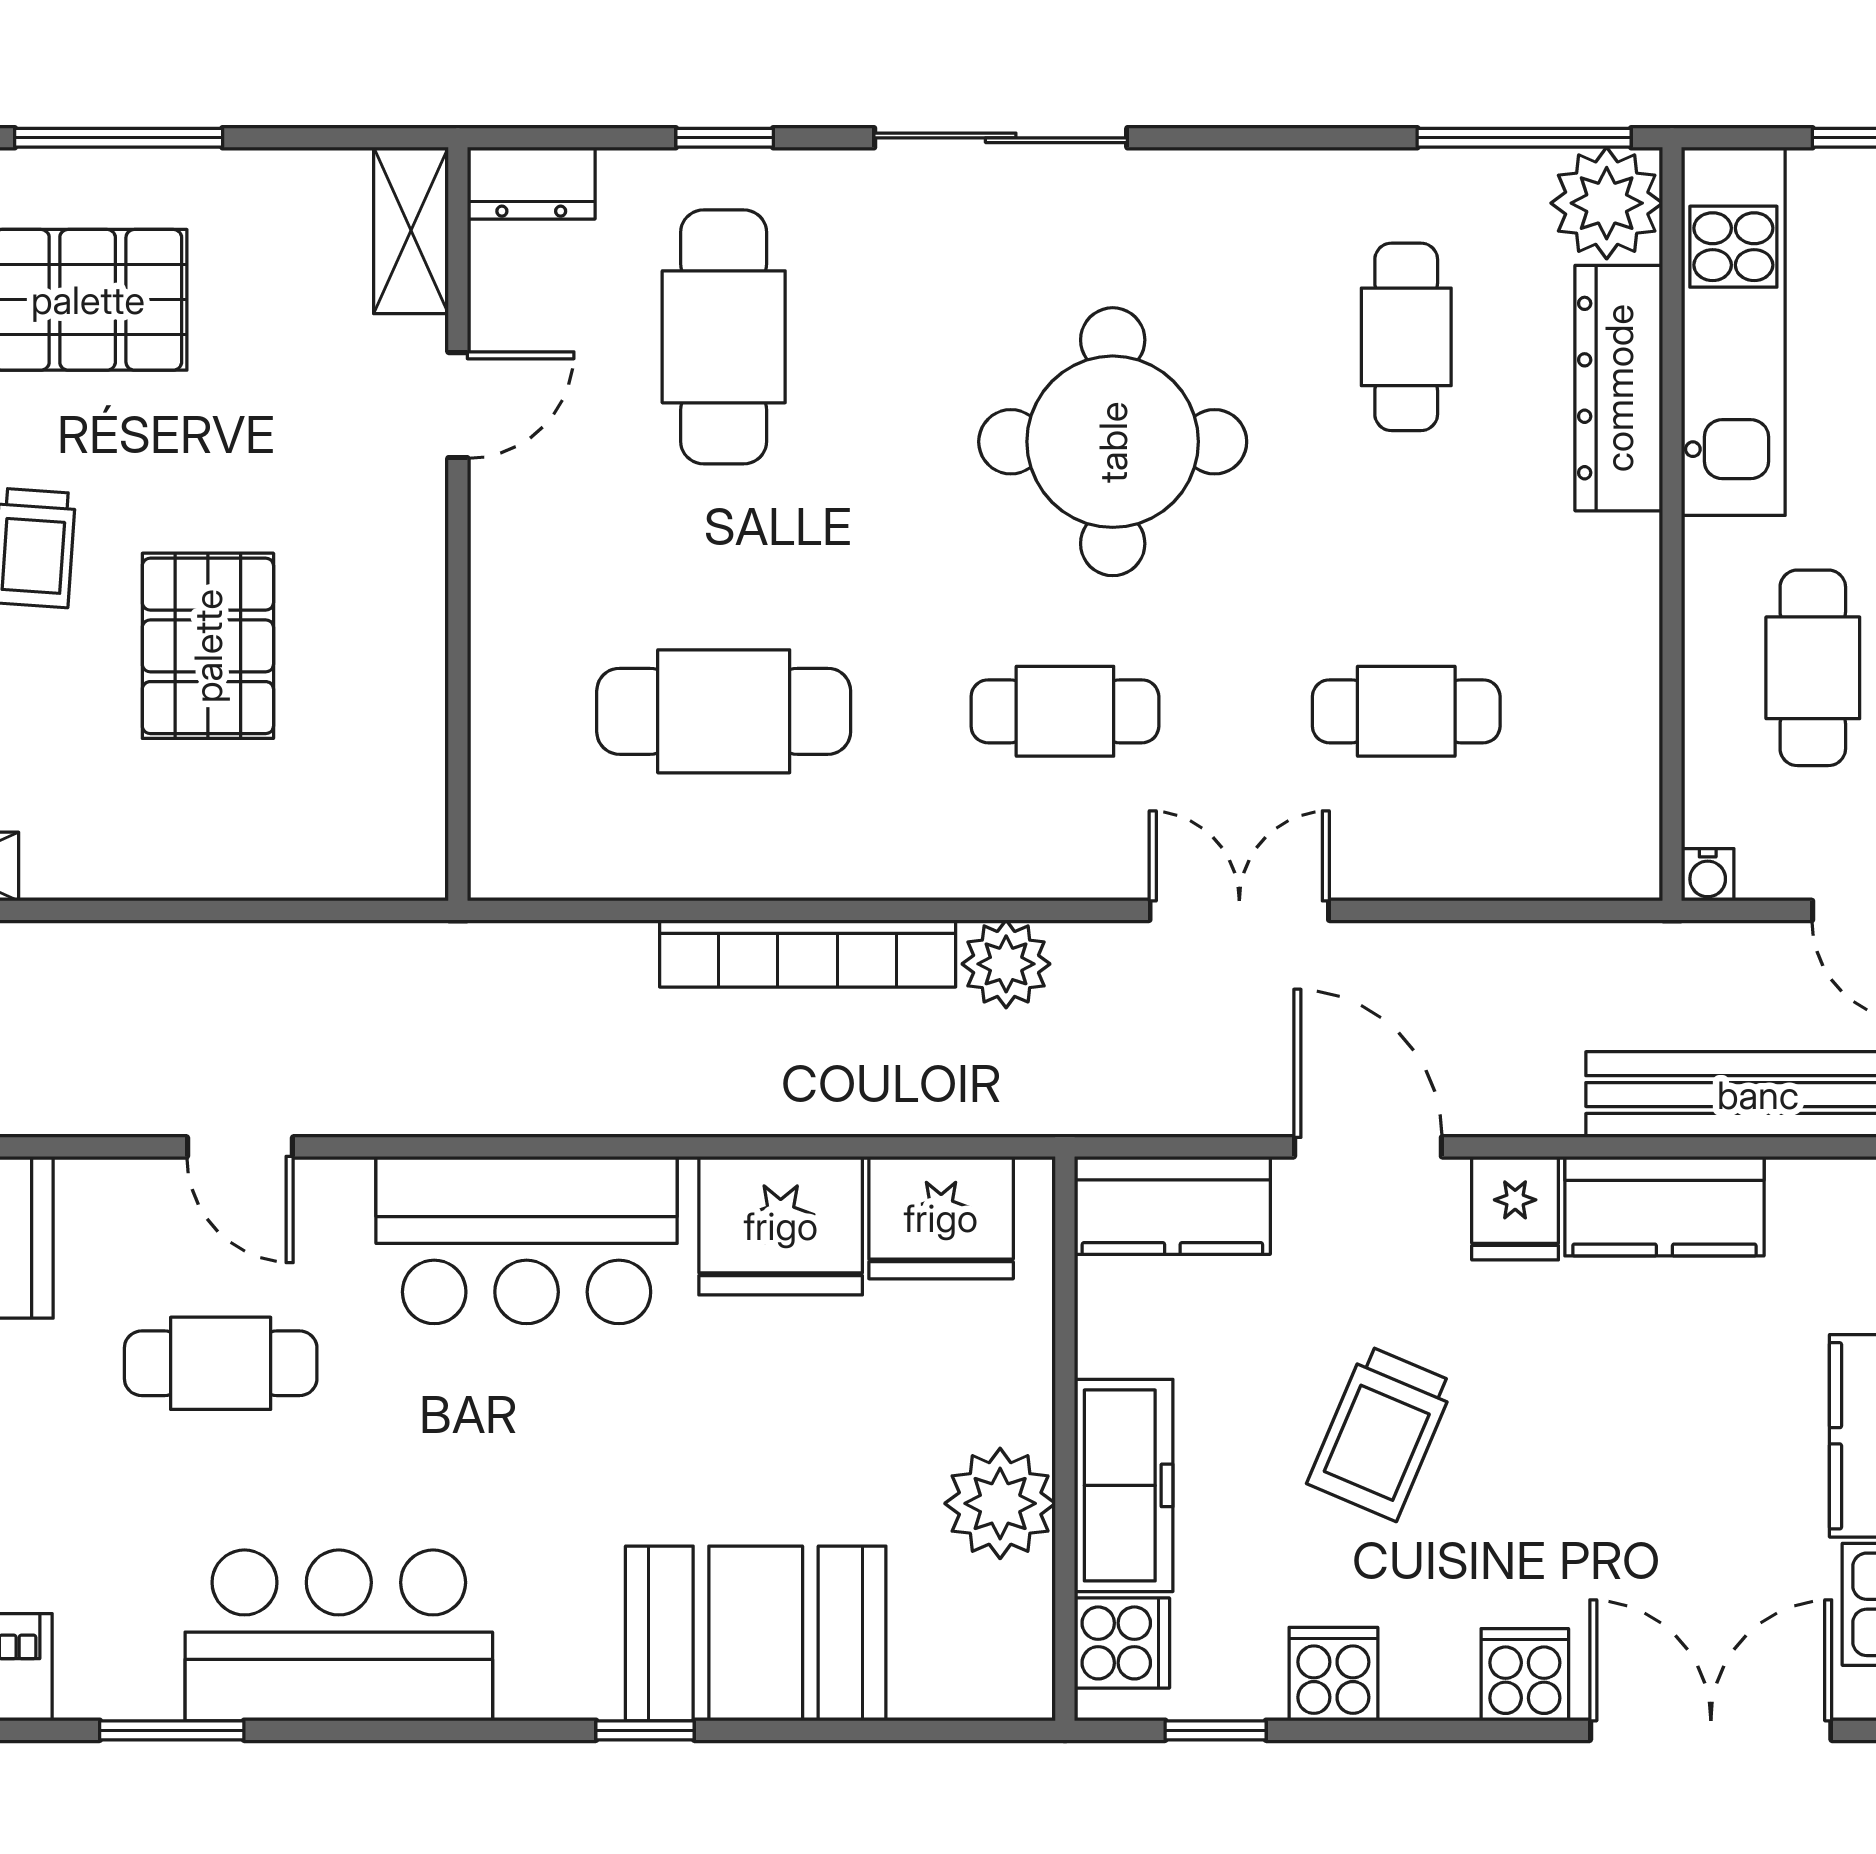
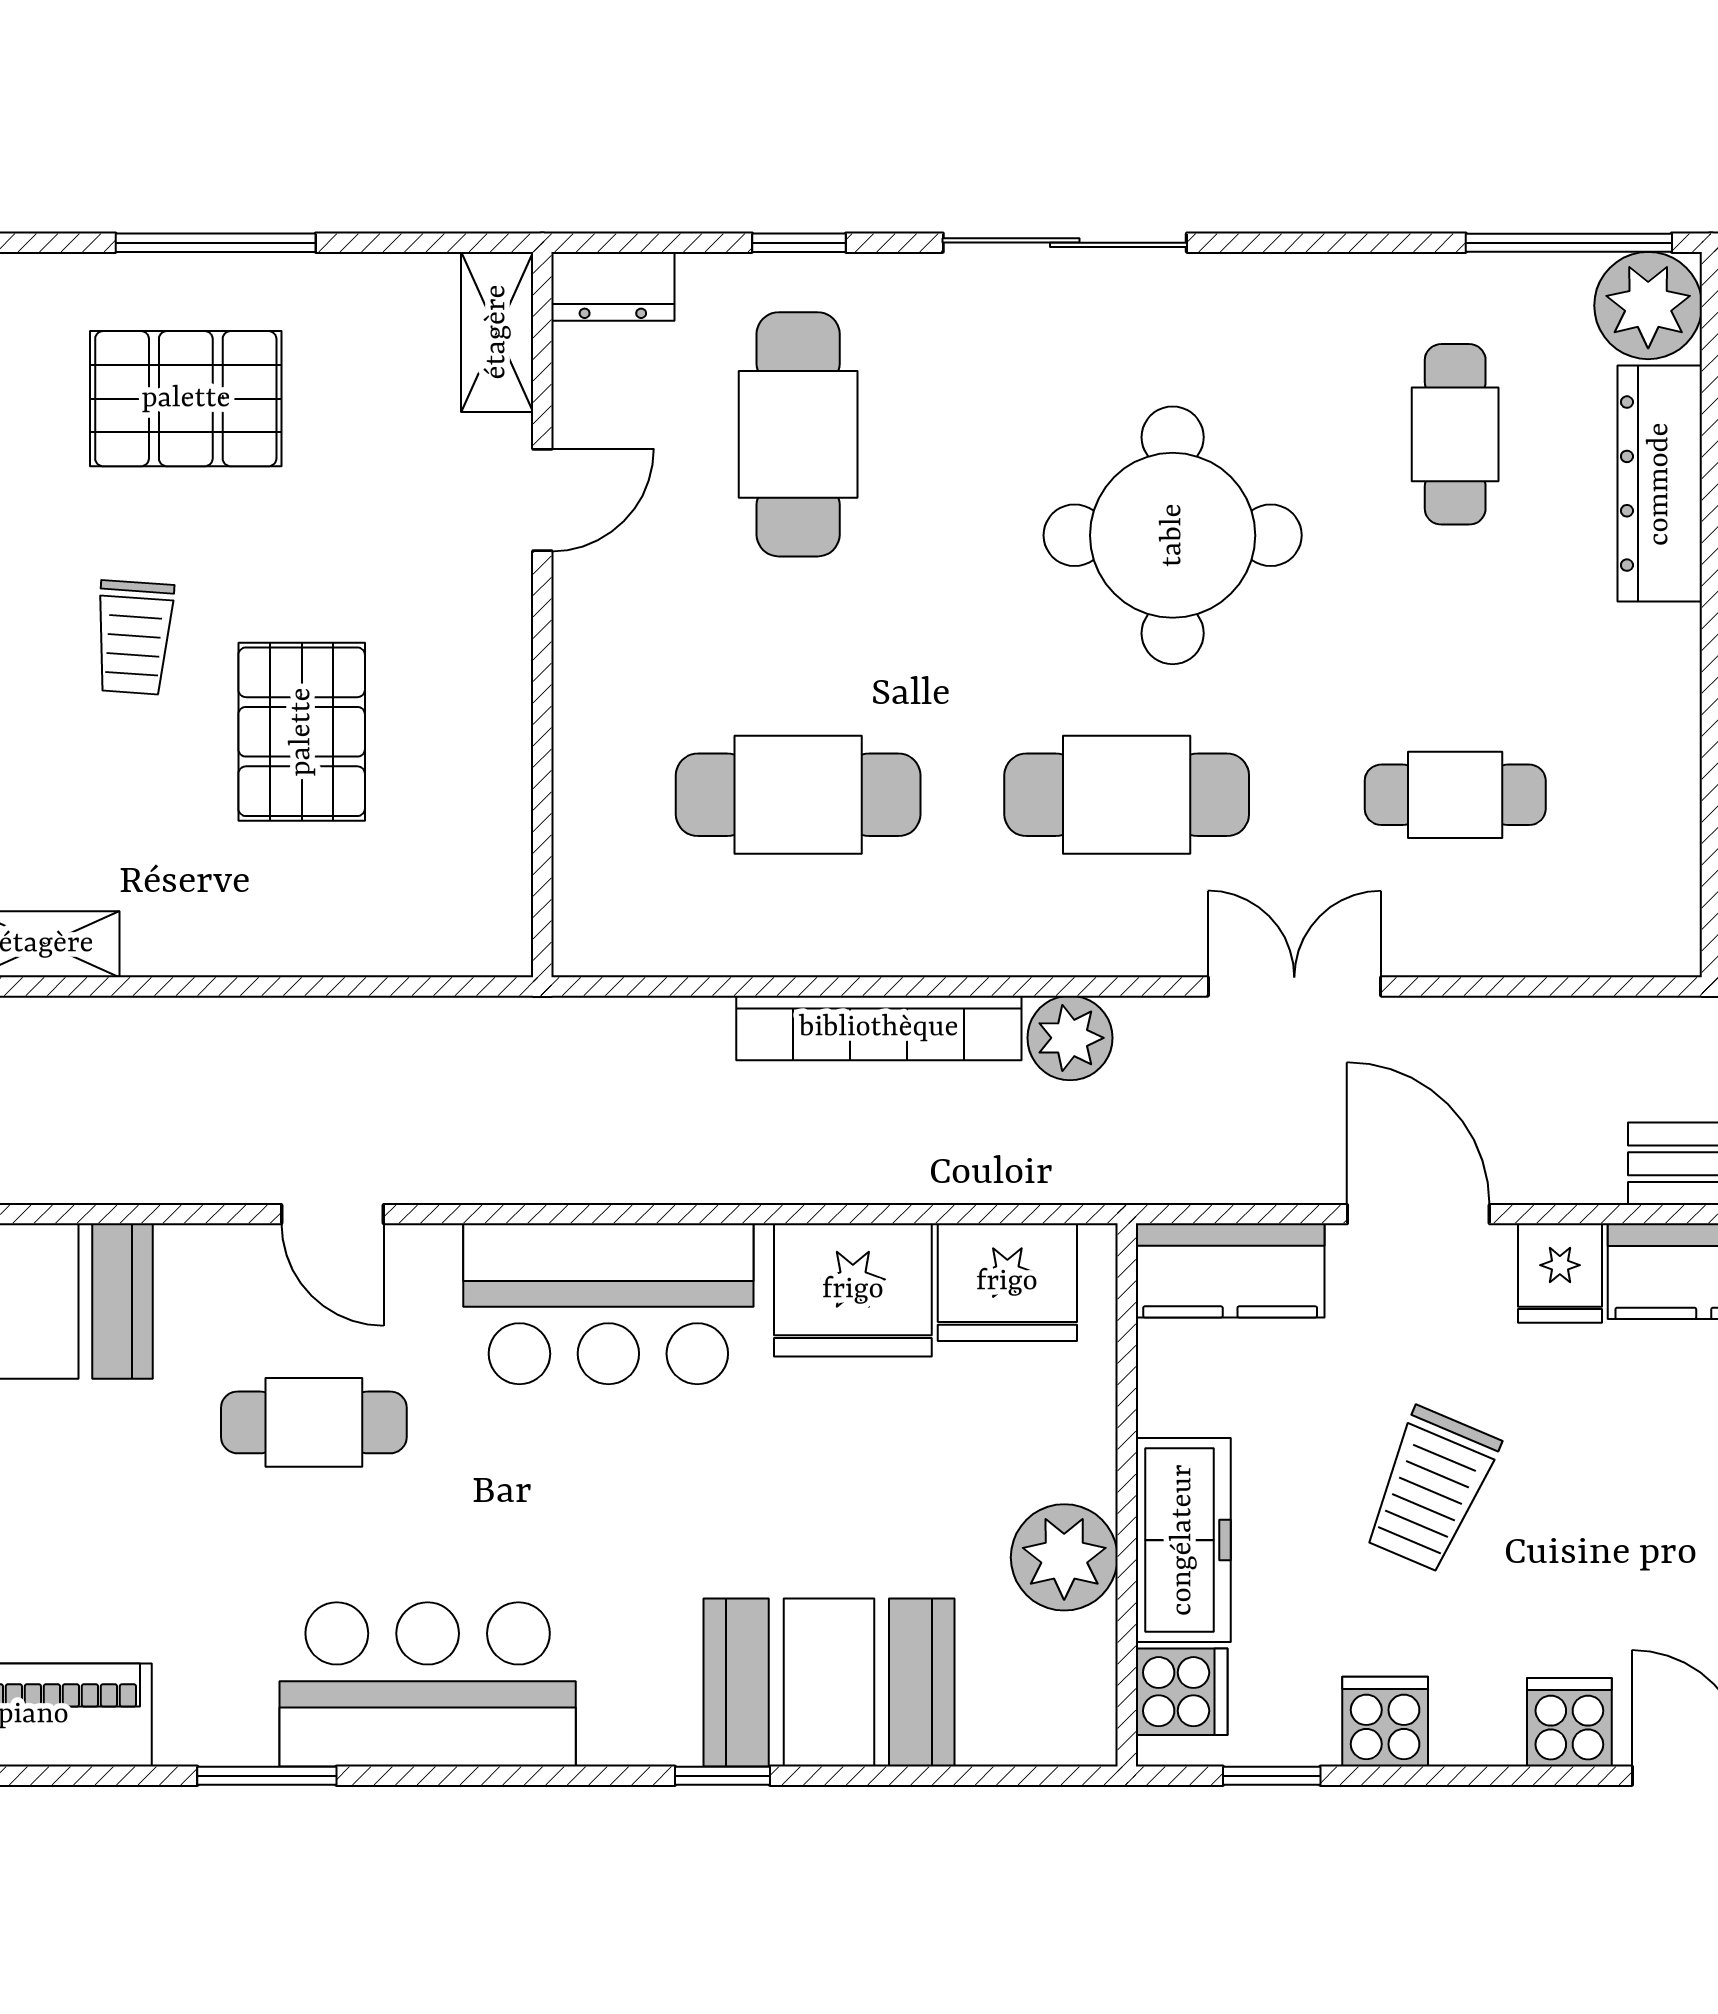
cafe table: (1065, 711) -> (1127, 795), width x1.37, depth x1.35

